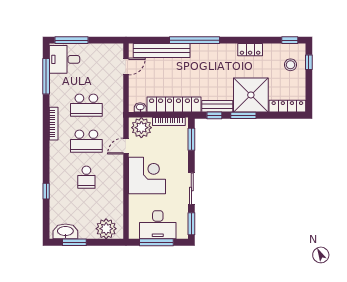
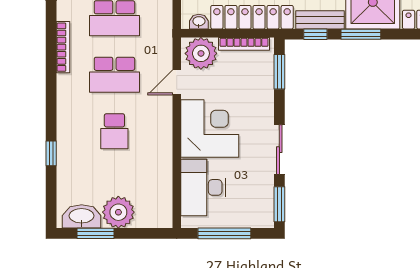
desk: (158, 225) -> (203, 187), moved, turned 90
plant: (106, 229) -> (118, 212), moved

